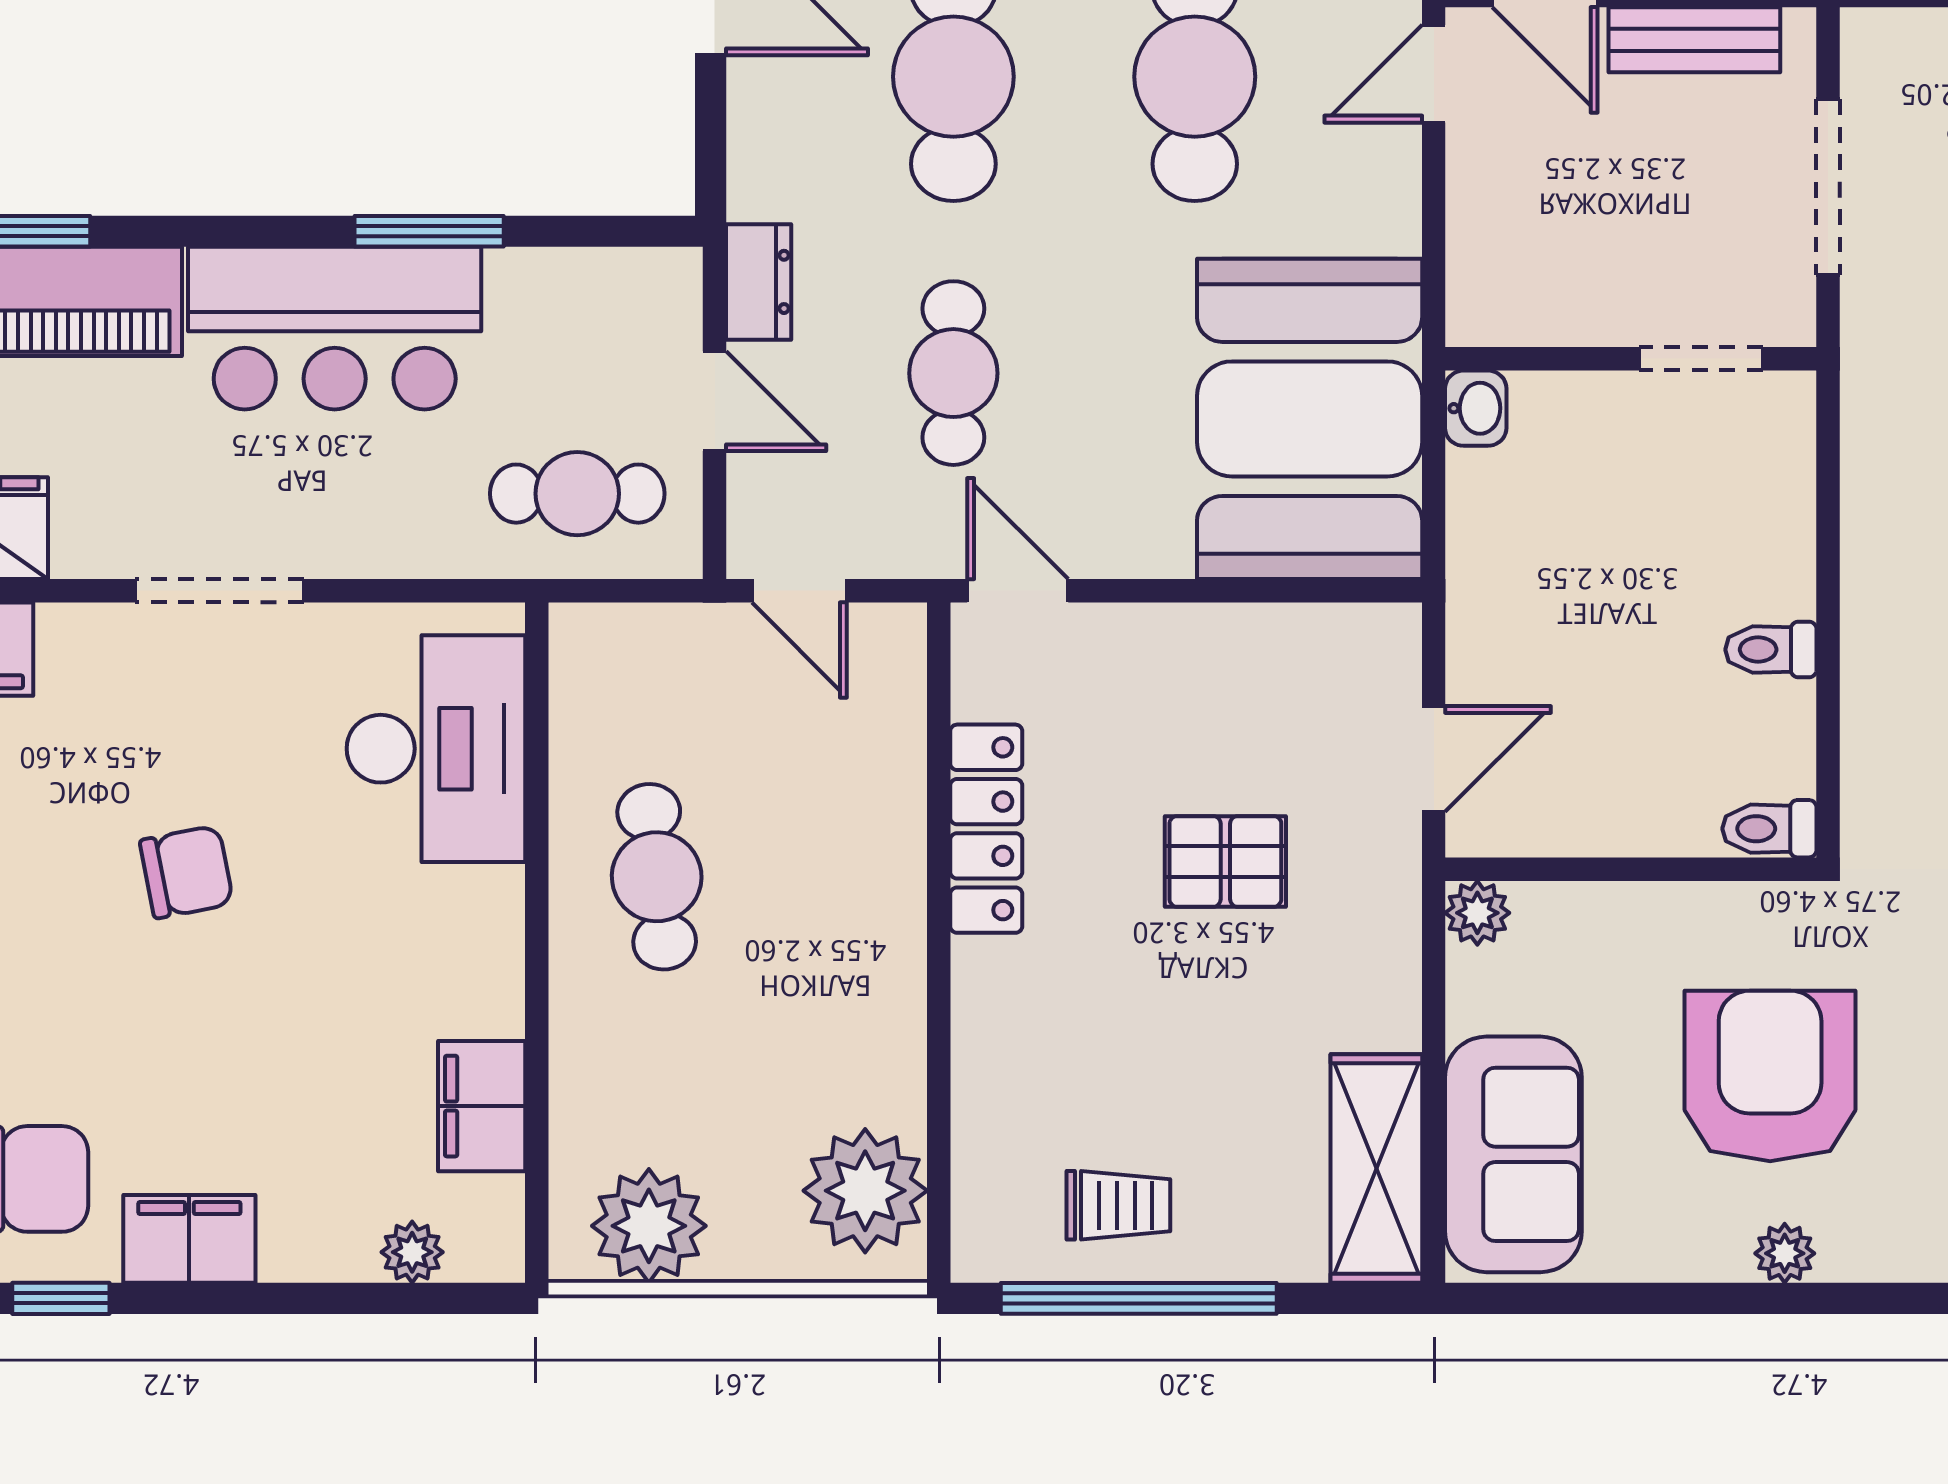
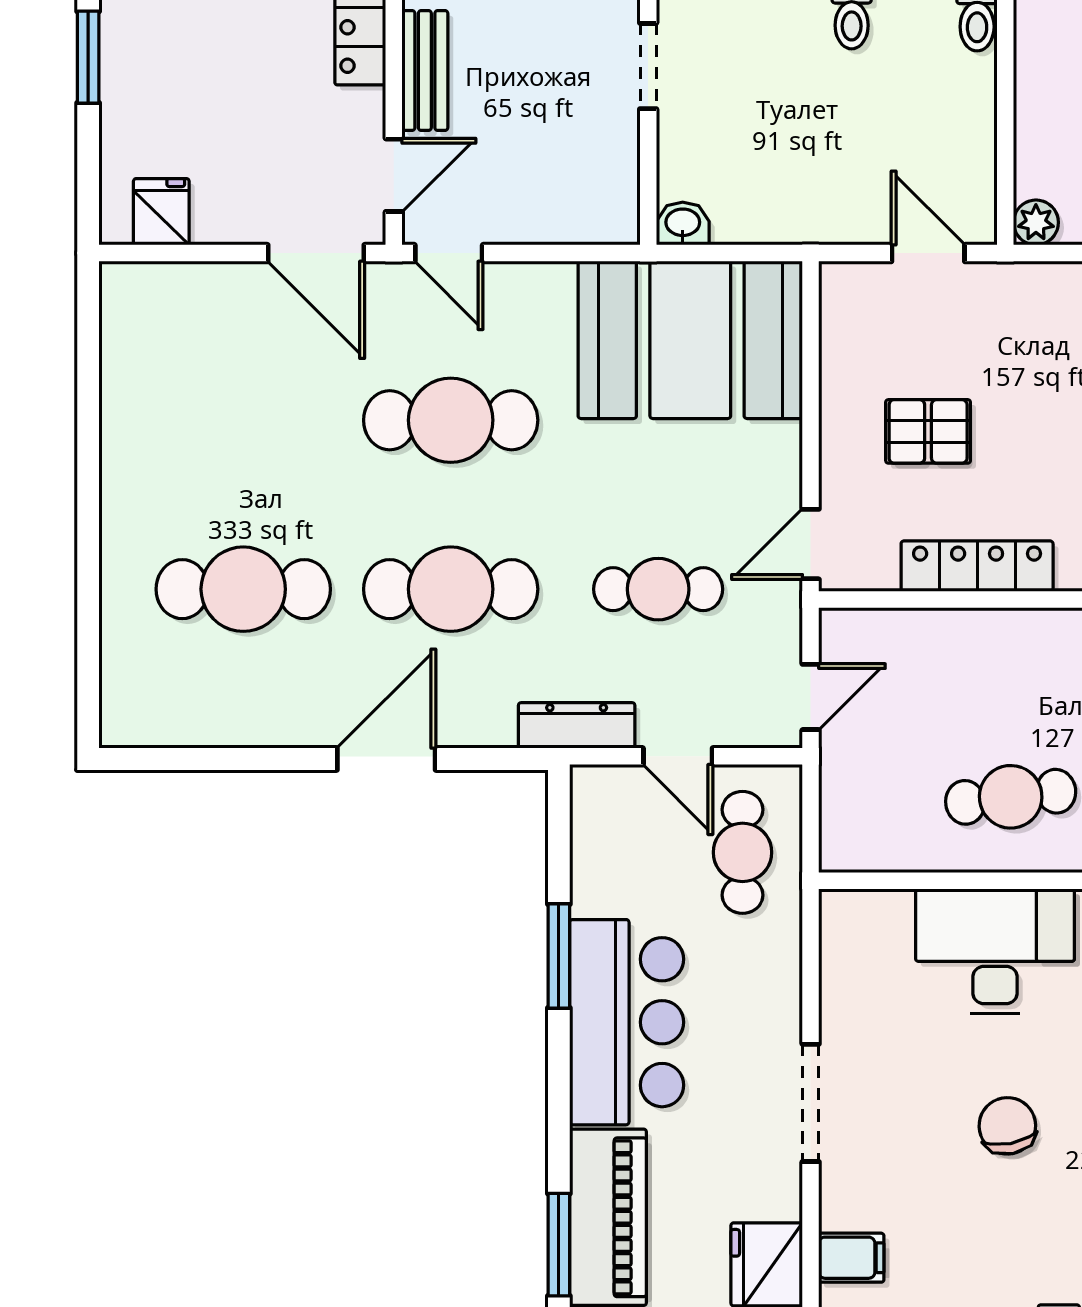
dresser: (759, 282) -> (577, 725), width x1.44
door: (715, 401) -> (678, 756), swing flipped
desk: (436, 749) -> (995, 951), moved
pallet: (1225, 861) -> (928, 431), moved, turned 90

